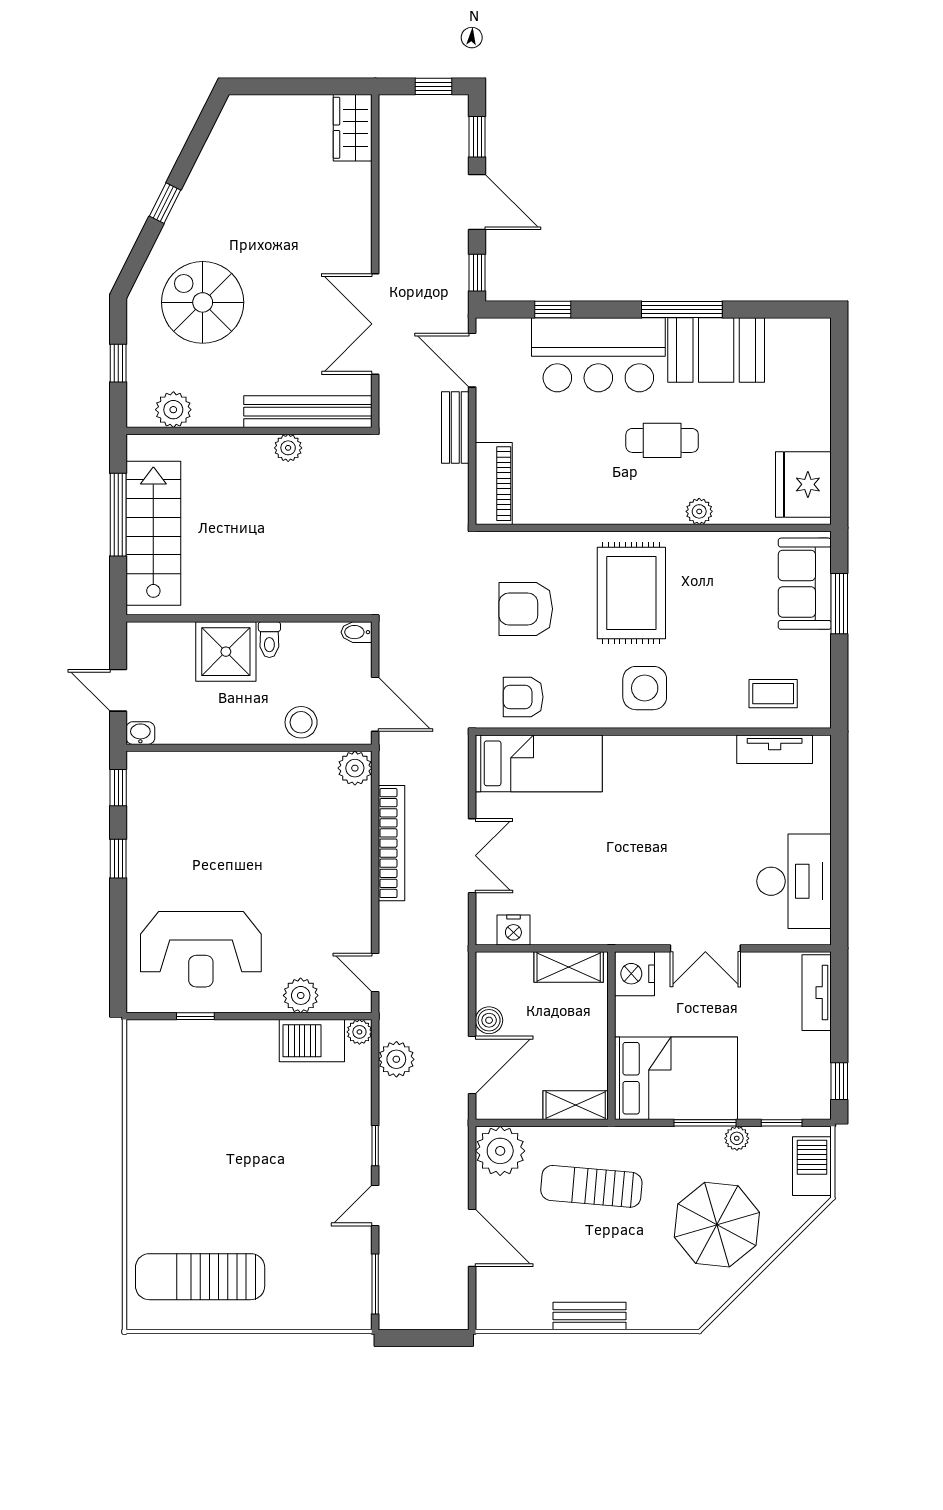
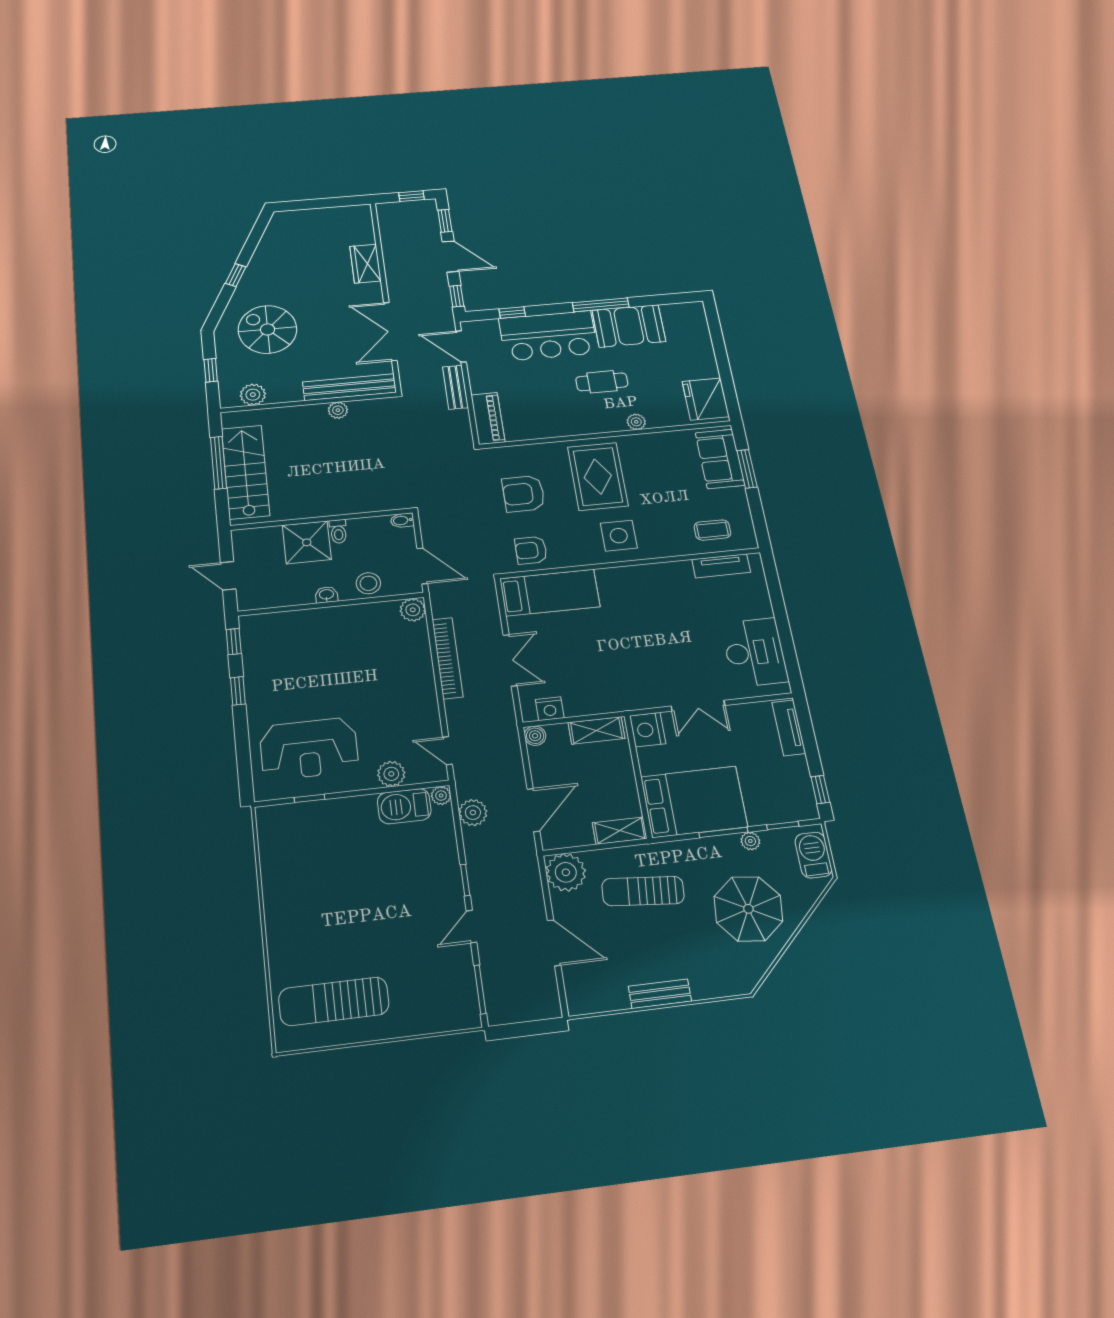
wardrobe: (353, 128) -> (365, 264), moved
washbasin: (140, 733) -> (326, 595), moved
boiler: (489, 1020) -> (535, 736), moved

